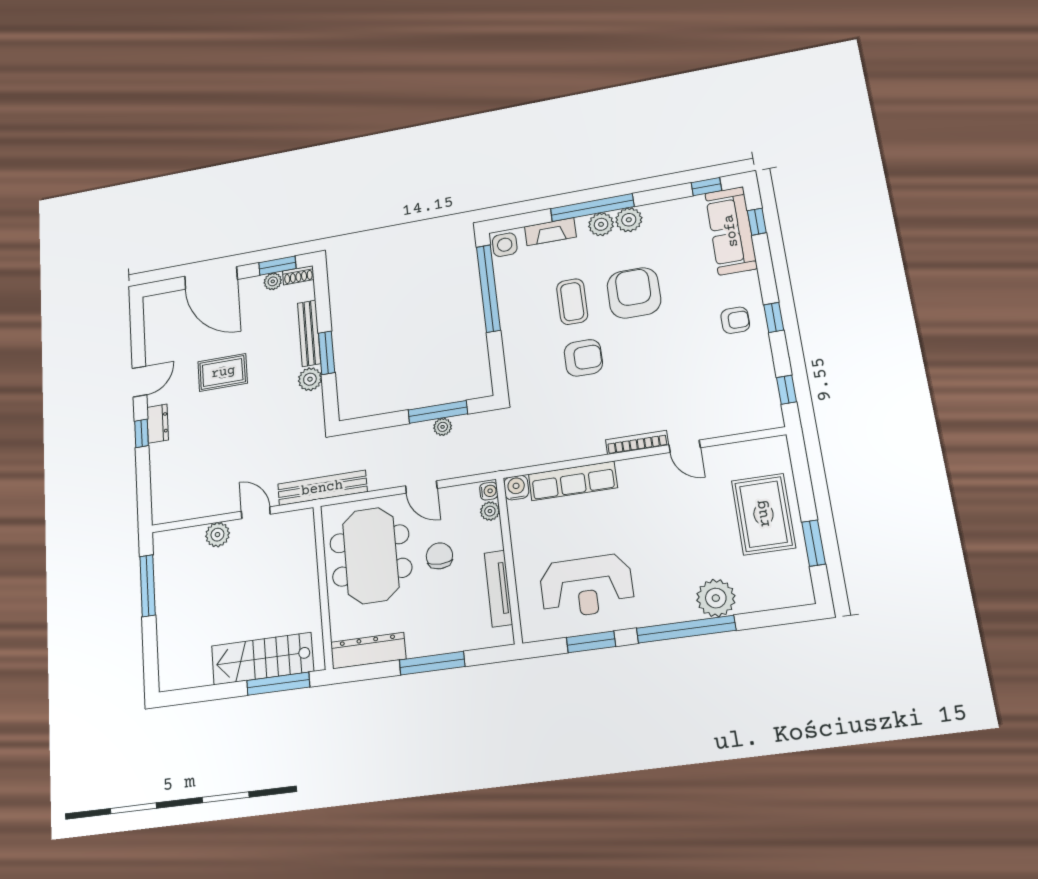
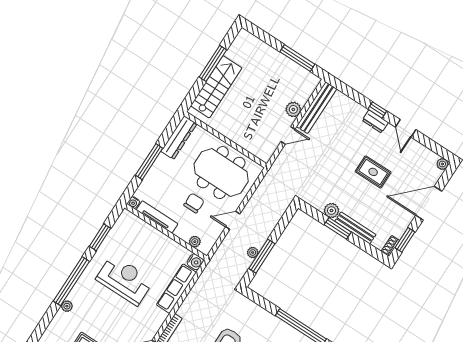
plant: (273, 281) -> (442, 164), moved
rug: (223, 372) -> (373, 172), turned 90
bench: (322, 488) -> (317, 108), moved
water cooler: (489, 491) -> (134, 203), moved
chair: (439, 556) -> (194, 203), turned -90
reception desk: (586, 586) -> (125, 280), moved, turned 90
plant: (716, 598) -> (67, 306), width x0.53, depth x0.53
window: (278, 684) -> (213, 63), moved

